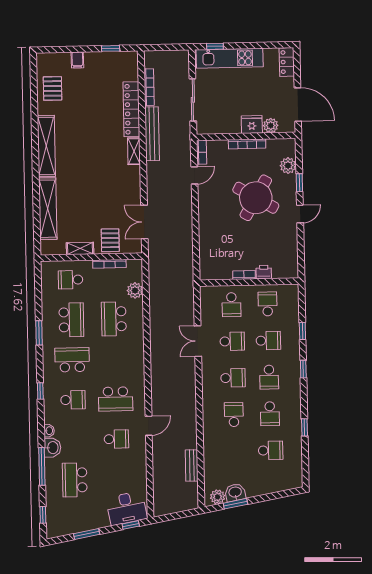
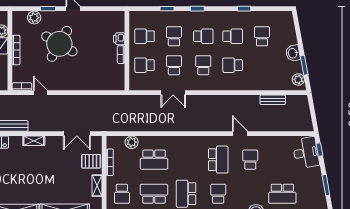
shelving: (134, 151) -> (34, 141), moved
school desk: (231, 305) -> (145, 65), turned 180
washbasin: (235, 493) -> (293, 53), moved

